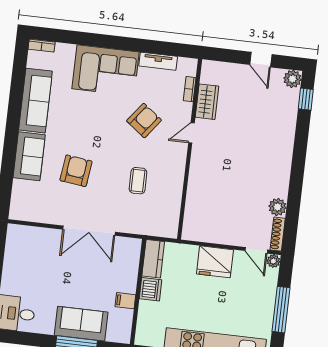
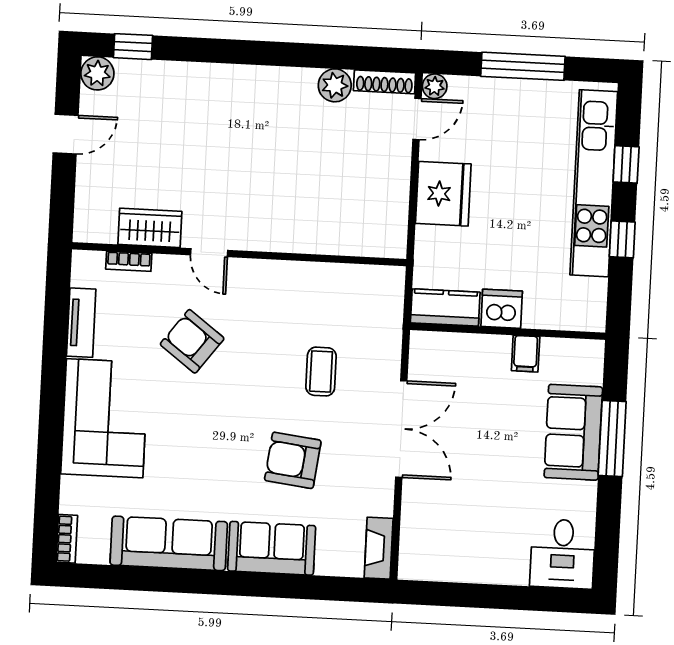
coffee table: (138, 181) -> (321, 372), moved, turned 90
fireplace: (25, 214) -> (379, 548), added

